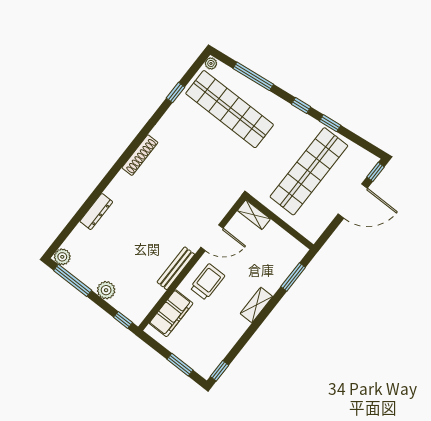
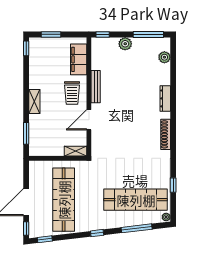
window: (330, 123) -> (45, 239), moved
dresser: (96, 212) -> (165, 98), moved
plant: (62, 257) -> (164, 57), moved

